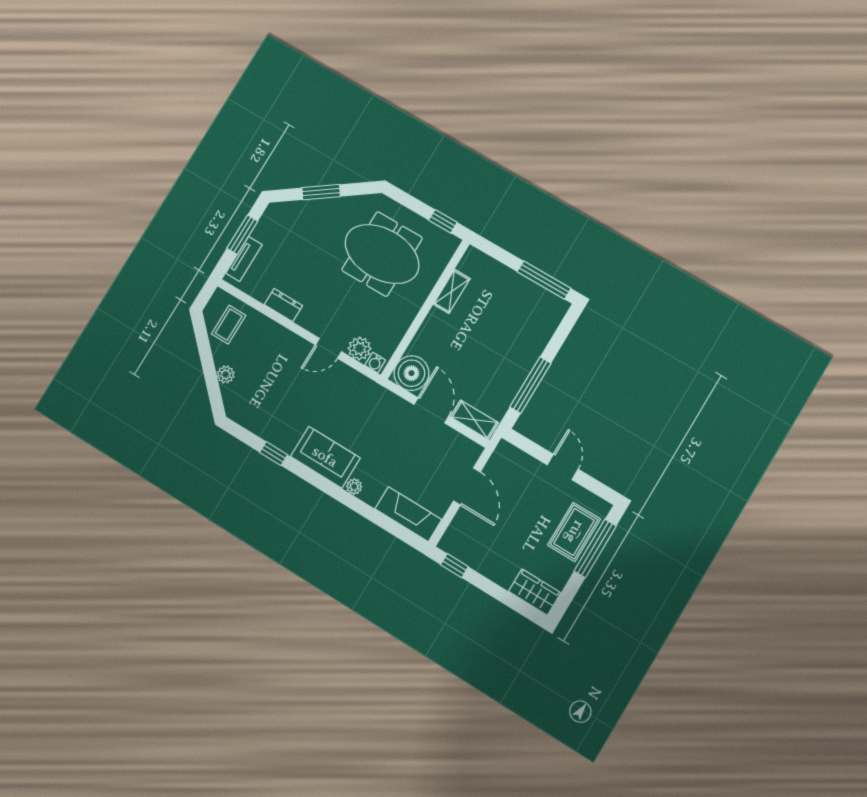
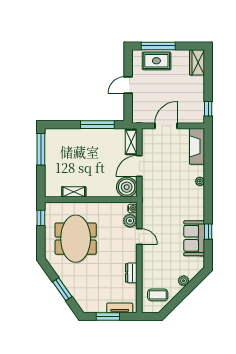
sofa: (325, 457) -> (194, 238), moved

